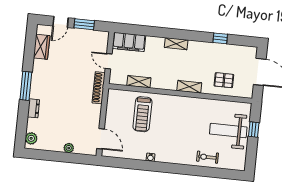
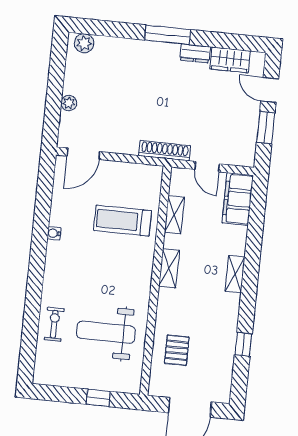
door: (109, 61) -> (207, 167), swing flipped
shelving: (189, 87) -> (169, 268), moved
dresser: (33, 108) -> (195, 53), moved
weight bench: (228, 131) -> (106, 332), moved, turned -90

